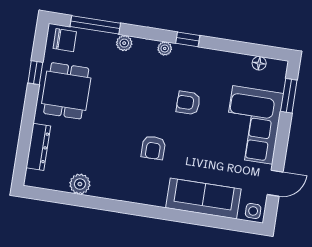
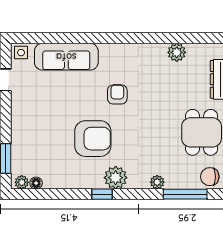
plant: (165, 48) -> (116, 178), width x1.87, depth x1.87
plant: (275, 67) -> (22, 182), added
armchair: (188, 103) -> (93, 139), width x1.88, depth x1.88
corner sofa: (253, 125) -> (33, 128), removed

